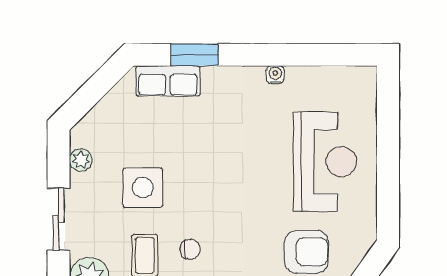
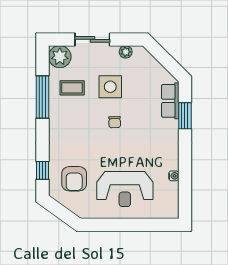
water cooler: (275, 75) -> (174, 176), moved
chair: (190, 249) -> (115, 122), moved

